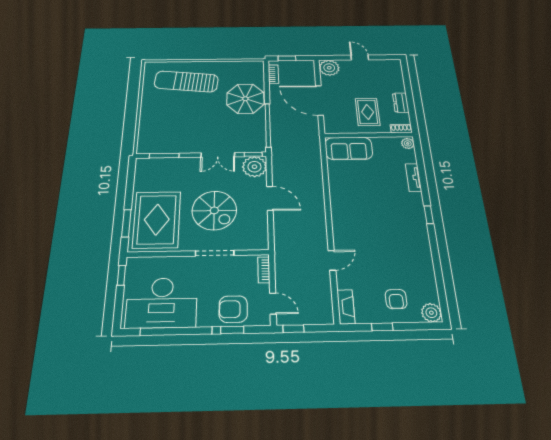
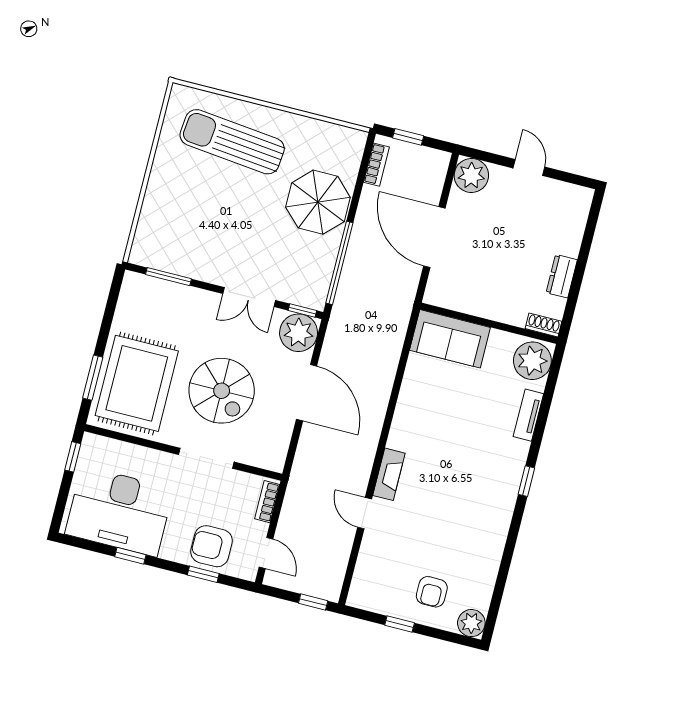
rug: (368, 112) -> (503, 280), removed
plant: (408, 143) -> (532, 361), width x1.88, depth x1.88
door: (270, 198) -> (307, 393), width x1.36
door: (332, 260) -> (365, 513), swing flipped
fireplace: (346, 307) -> (389, 474), moved
window: (293, 329) -> (313, 602), moved
window: (176, 331) -> (130, 556), width x0.32

